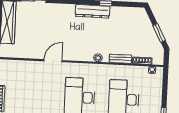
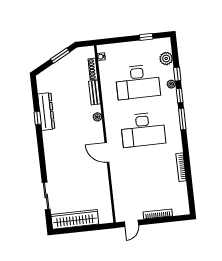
dresser: (93, 11) -> (46, 111), moved
door: (53, 61) -> (107, 152), moved

